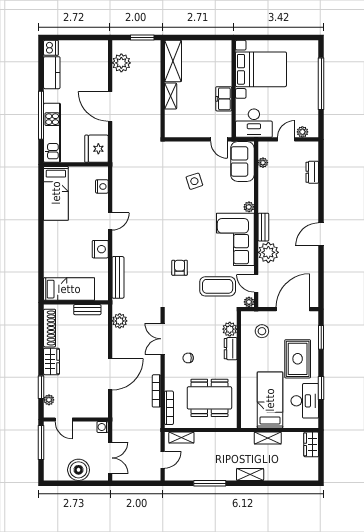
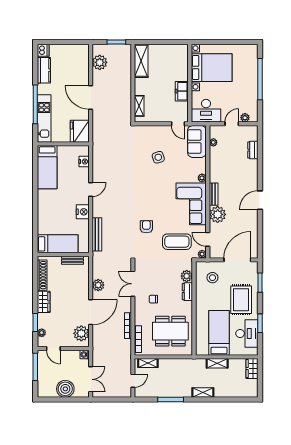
shelving: (171, 96) -> (139, 106), moved
plant: (120, 321) -> (98, 285), moved
plant: (98, 401) -> (81, 333), added

